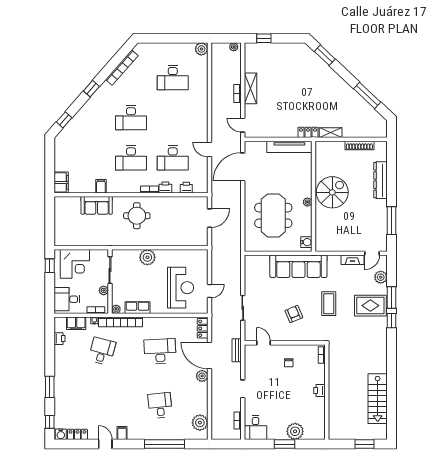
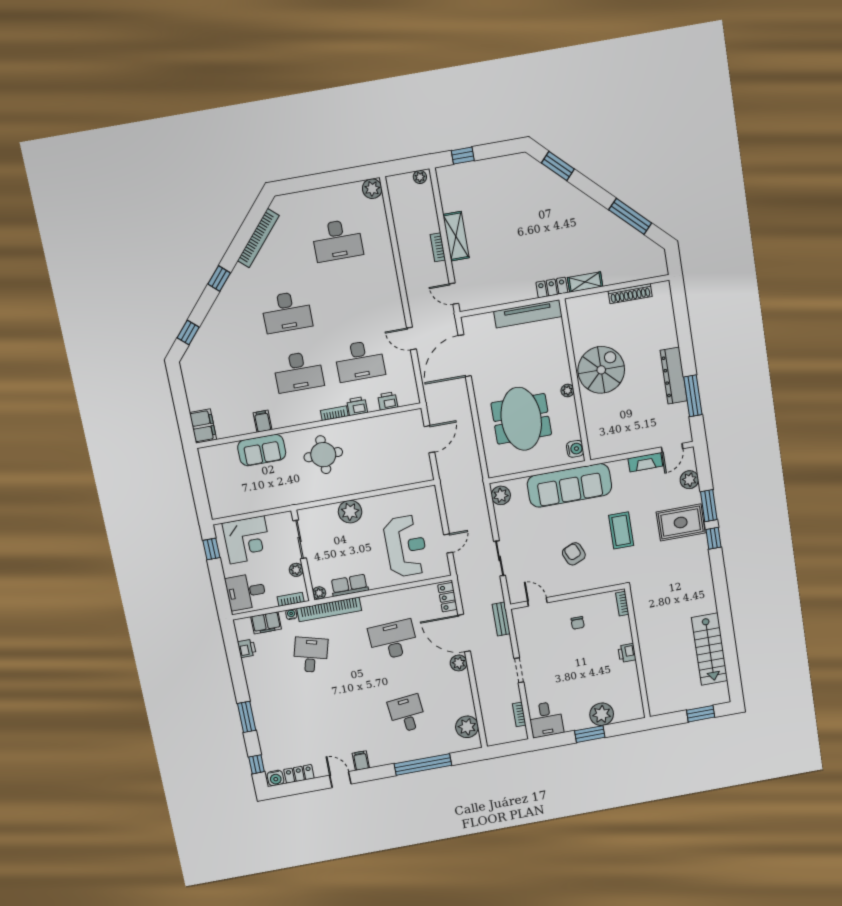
dresser: (380, 180) -> (674, 376), moved
plant: (251, 265) -> (501, 495), added

